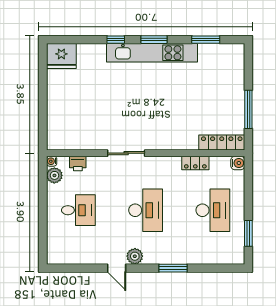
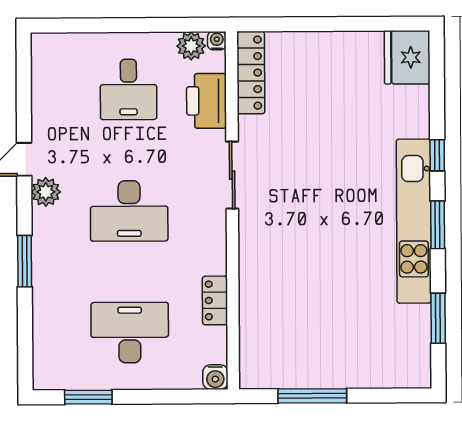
locker: (222, 142) -> (251, 73), moved
printer: (78, 164) -> (207, 101), width x1.87, depth x1.48
desk: (213, 210) -> (130, 333), turned 180

